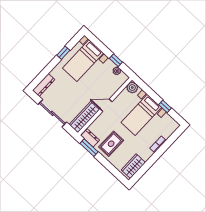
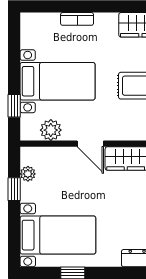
plant: (132, 88) -> (51, 130), moved
window: (165, 106) -> (14, 106), moved

